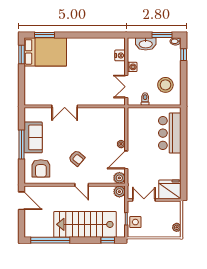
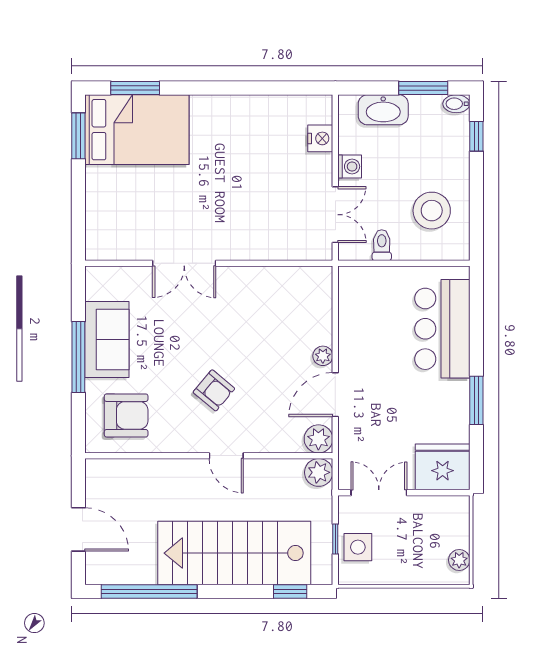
double door: (126, 87) -> (335, 215), swing flipped
window: (184, 162) -> (476, 400), added
armchair: (41, 168) -> (126, 415), turned -90
door: (21, 201) -> (78, 529), moved

